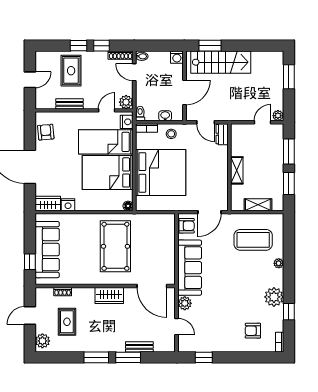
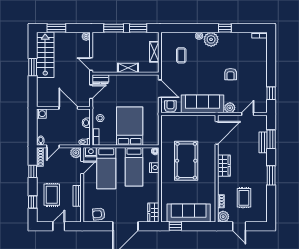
window: (79, 46) -> (33, 202), moved
window: (210, 46) -> (33, 67), moved
stairs: (221, 62) -> (45, 55), moved
rug: (71, 71) -> (52, 195), turned 90
door: (30, 80) -> (59, 226), hinge flipped
door: (107, 110) -> (82, 168), swing flipped
door: (263, 122) -> (91, 64), moved
bed: (108, 172) -> (134, 167), width x0.67
bed: (161, 172) -> (130, 126), width x0.73
nightstand: (68, 205) -> (154, 168), moved
coffee table: (253, 240) -> (181, 55), width x0.54, depth x0.58
pool table: (115, 246) -> (186, 161), turned 90
window: (30, 262) -> (175, 226), moved
plant: (274, 297) -> (211, 39), moved
window: (289, 312) -> (225, 28), moved
rug: (67, 322) -> (244, 198), turned 90
armchair: (253, 331) -> (231, 74), moved
plant: (42, 341) -> (223, 217), moved
window: (128, 357) -> (271, 139), moved

